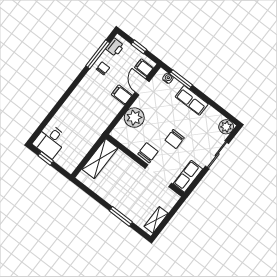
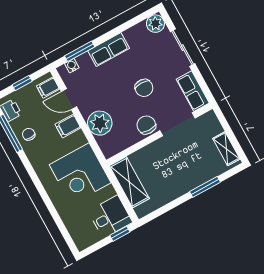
corner desk: (90, 119) -> (80, 174), added
desk: (50, 141) -> (110, 217), moved, turned -90
window: (46, 158) -> (120, 234), moved

